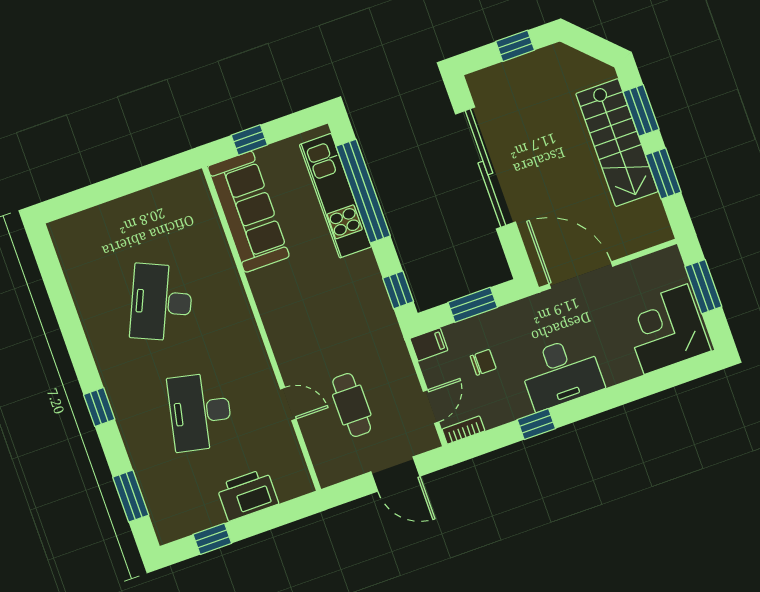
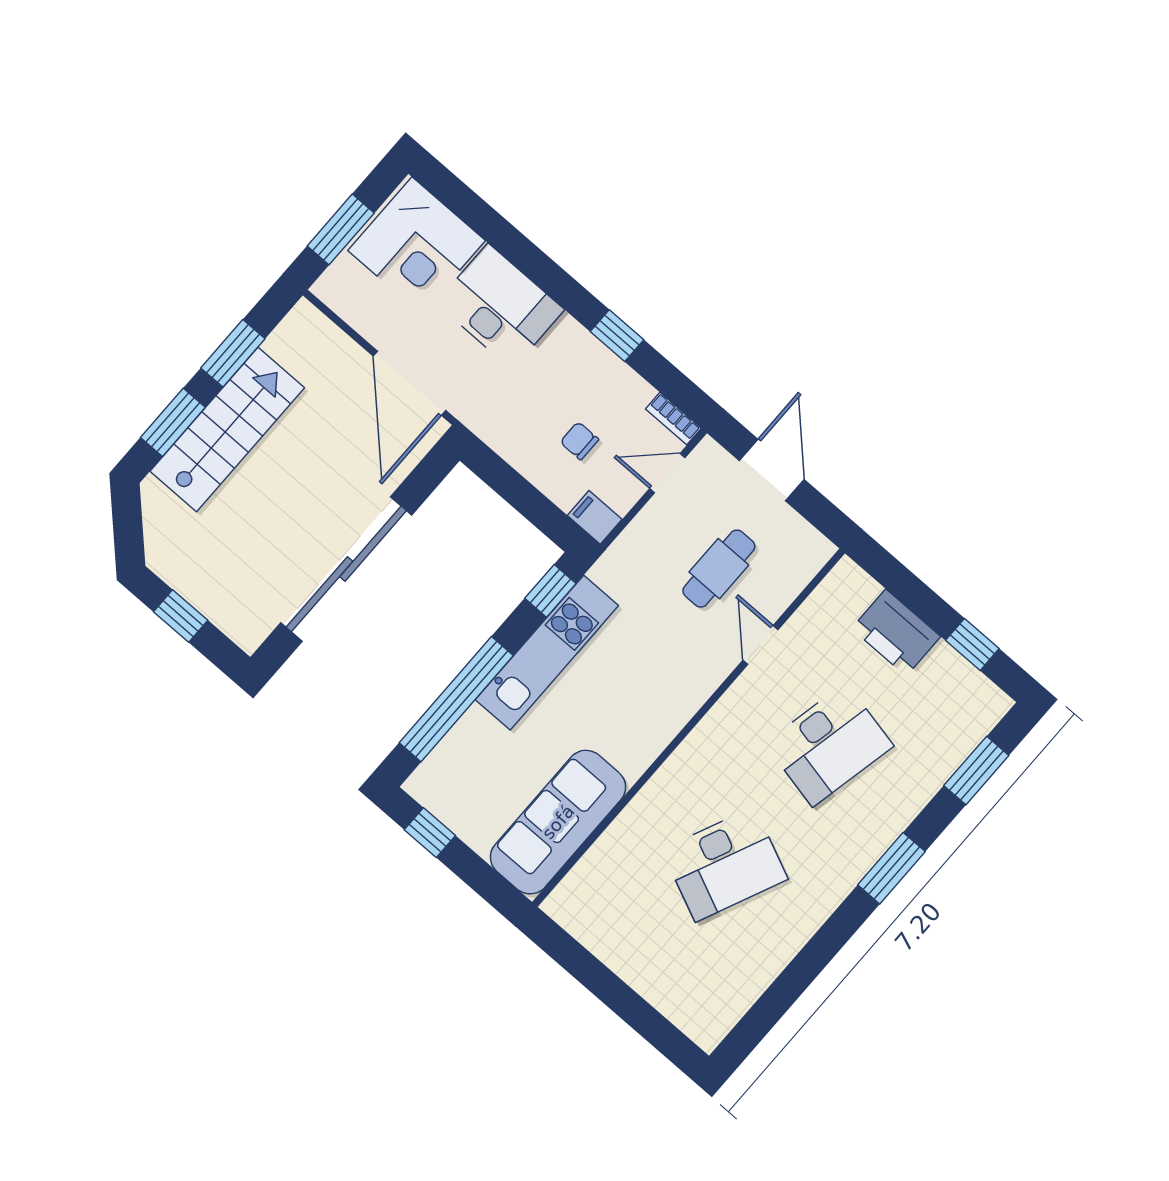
window: (249, 140) -> (430, 833), moved
kitchen unit: (335, 196) -> (547, 653), moved
window: (473, 305) -> (518, 492), removed
desk: (561, 373) -> (500, 306), moved
window: (99, 407) -> (891, 868), width x1.50

